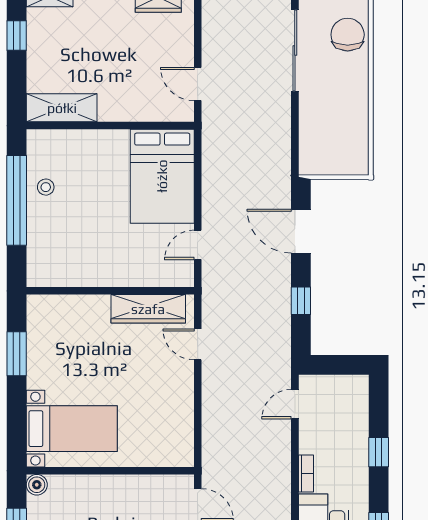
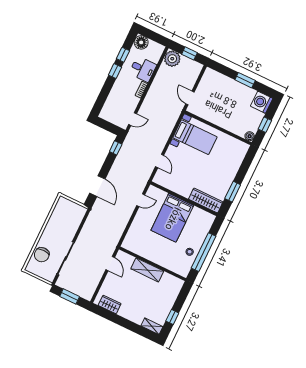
shelving: (62, 108) -> (147, 270), moved
bed: (162, 176) -> (172, 218), moved, turned 180
window: (301, 301) -> (116, 148), moved
wardrobe: (148, 309) -> (206, 200), moved
bed with nightstands: (72, 429) -> (195, 137), moved, turned 180
window: (379, 452) -> (115, 71), moved

